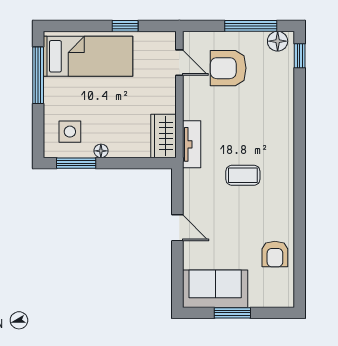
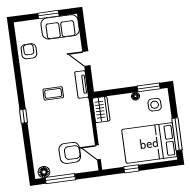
bed: (88, 56) -> (149, 143), width x1.50
window: (300, 56) -> (24, 116), moved
tv unit: (192, 144) -> (82, 84), moved

